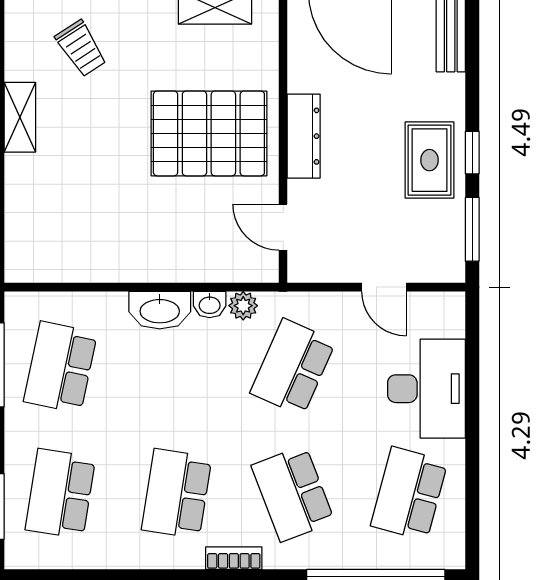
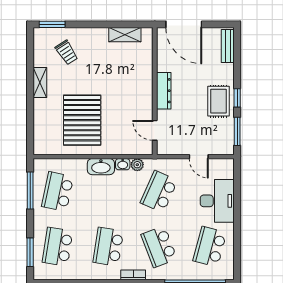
pallet: (209, 133) -> (82, 120), moved, turned 90

